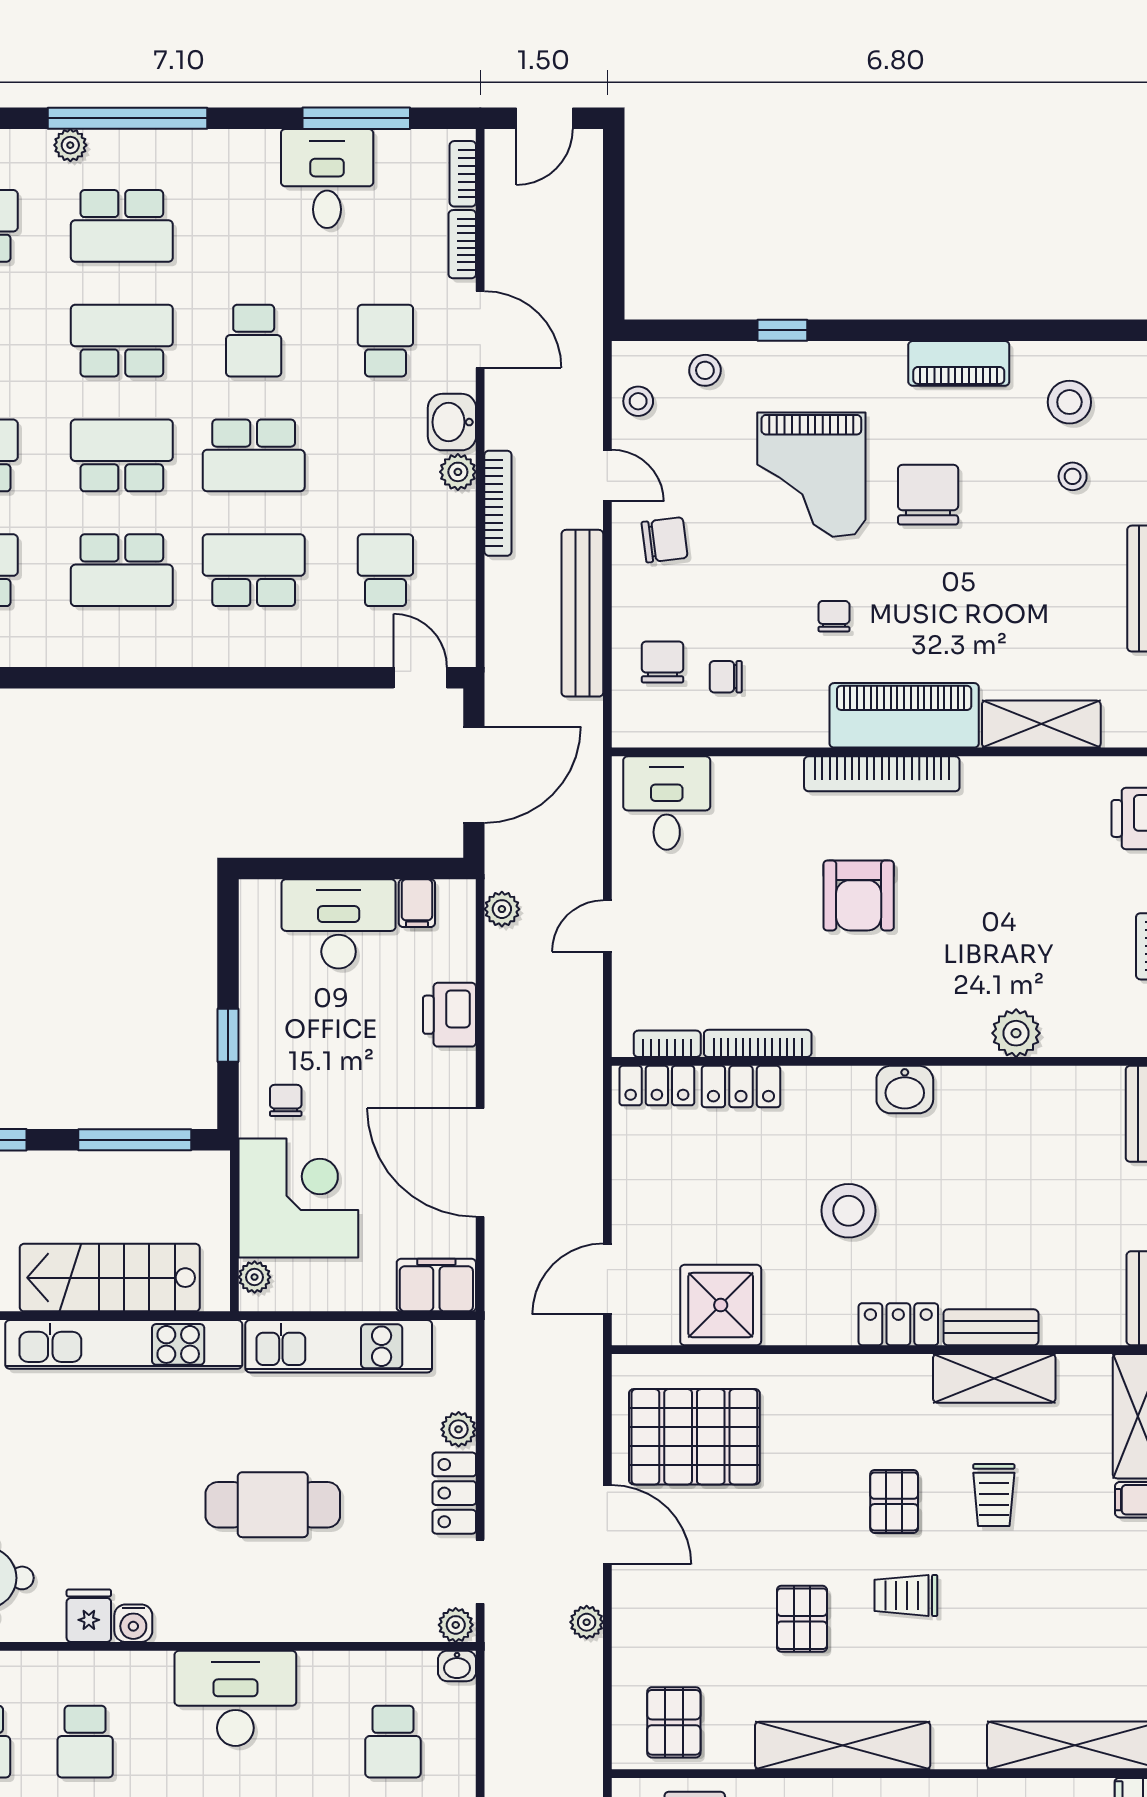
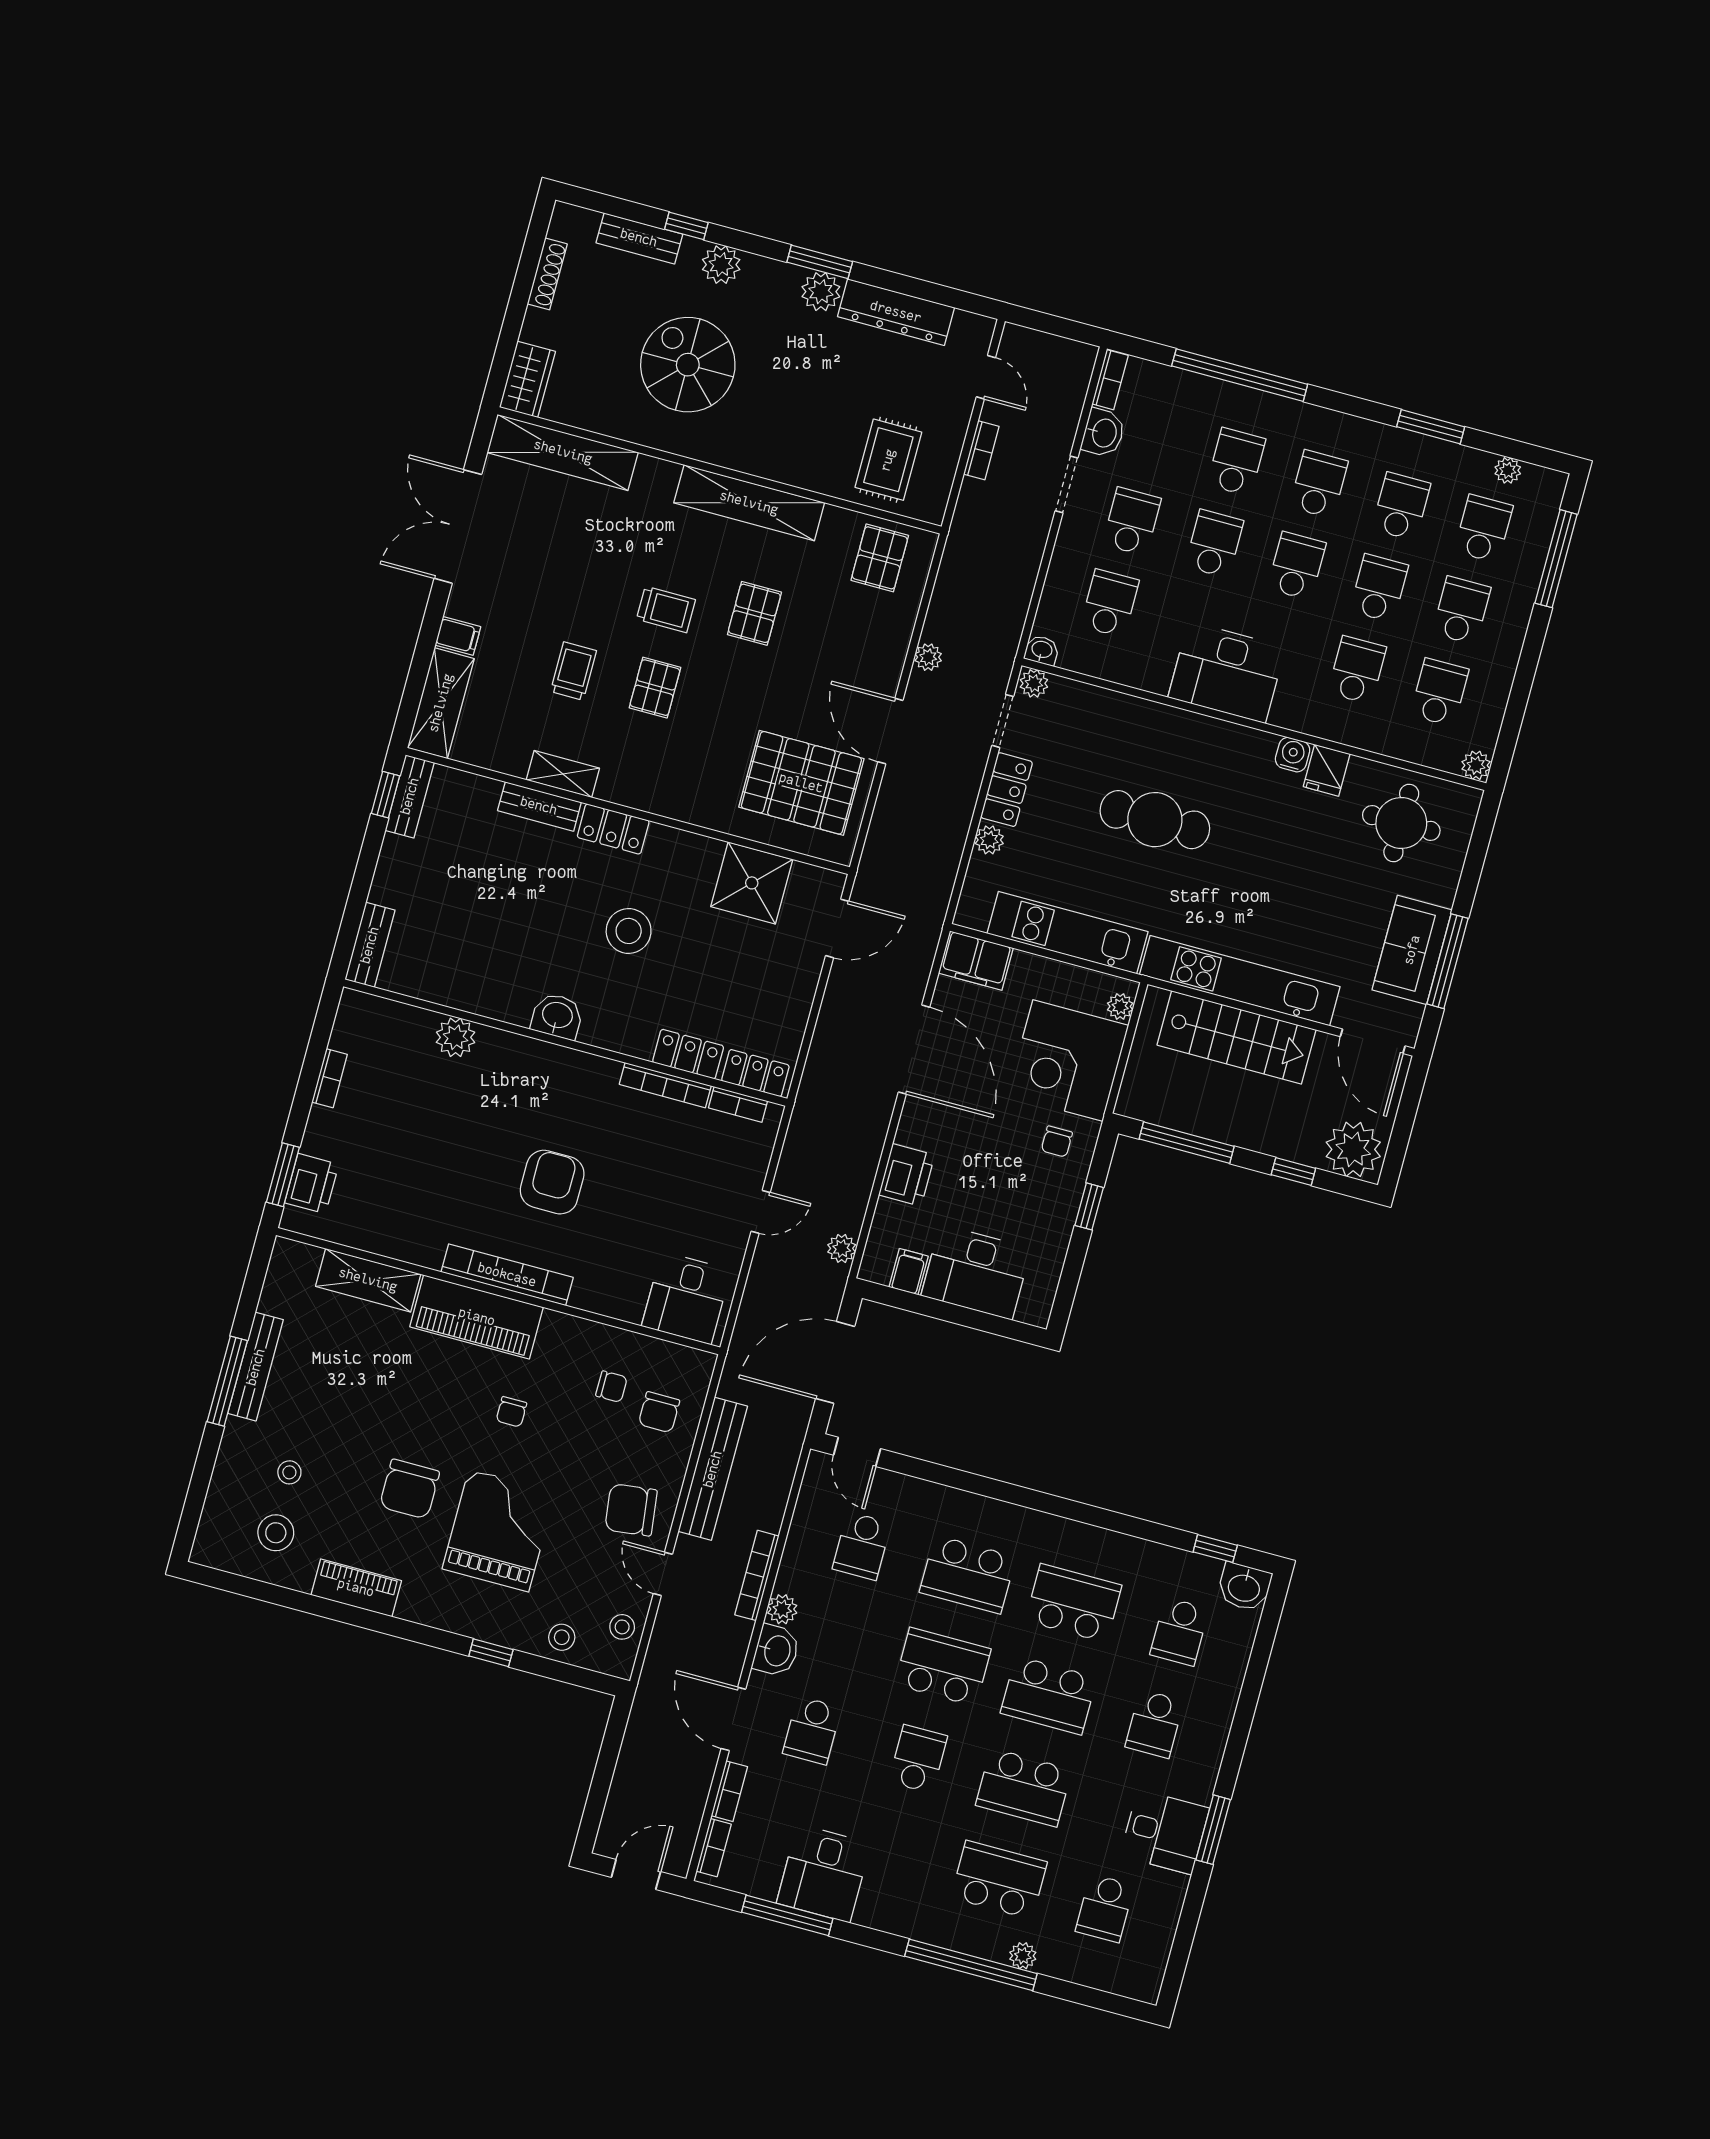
chair: (665, 540) -> (631, 1510), width x1.37, depth x1.37
shelving: (994, 1378) -> (563, 774), width x0.67, depth x0.75

